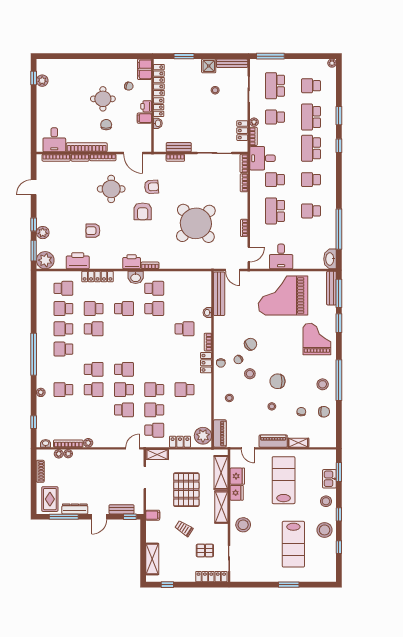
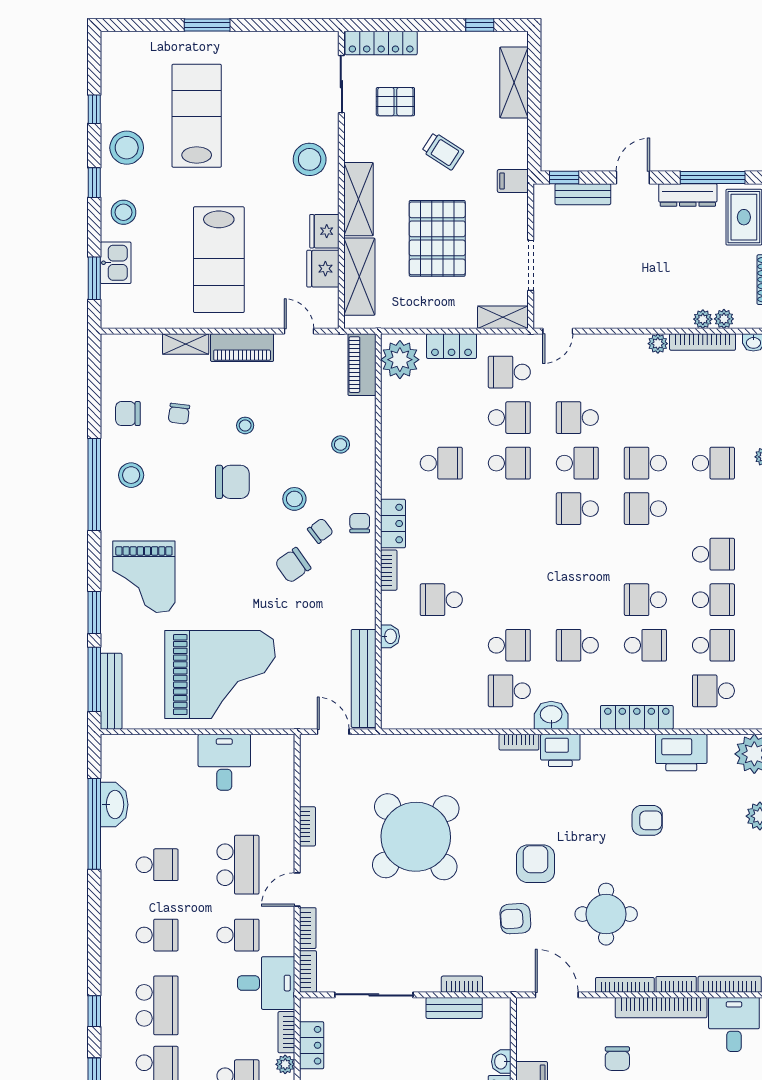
door: (249, 254) -> (297, 890), moved
washbasin: (330, 259) -> (114, 805), moved
school desk: (154, 309) -> (509, 645), turned 180

